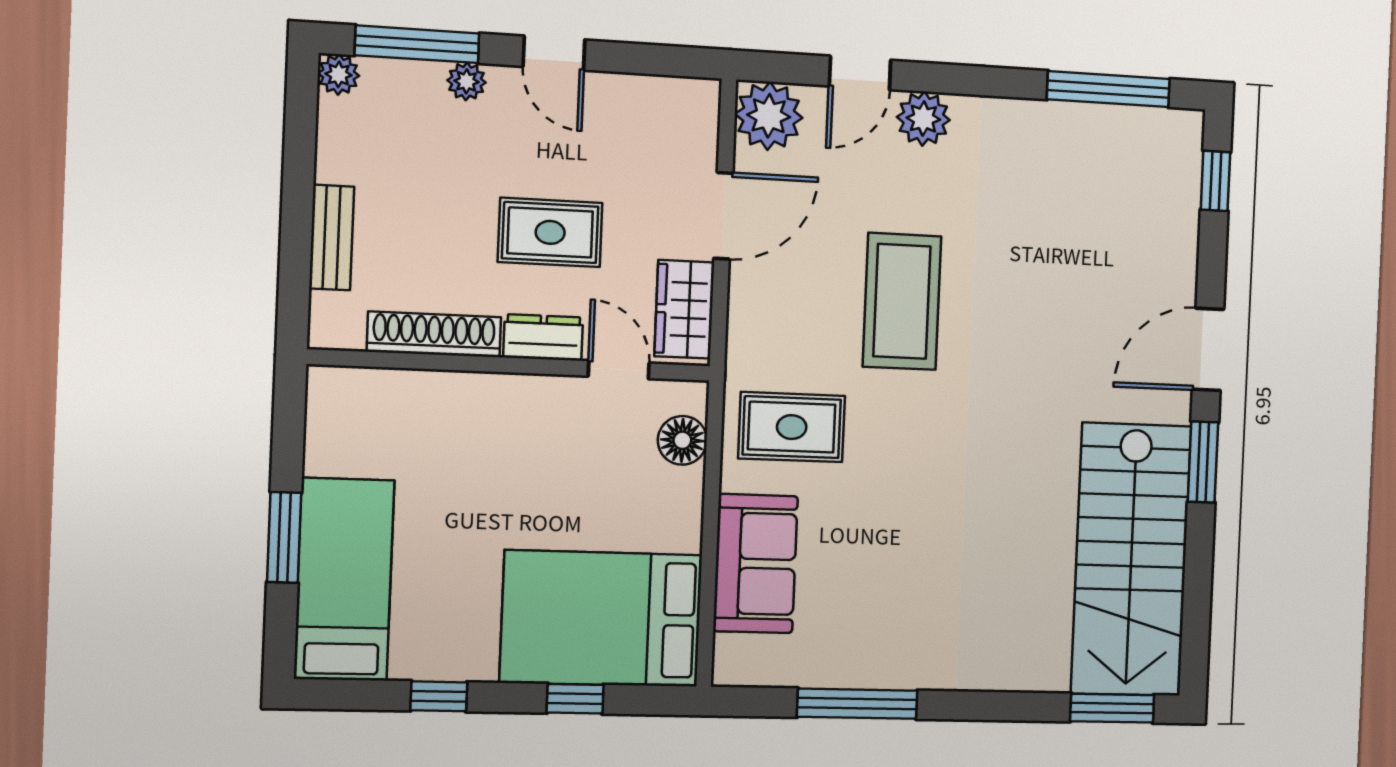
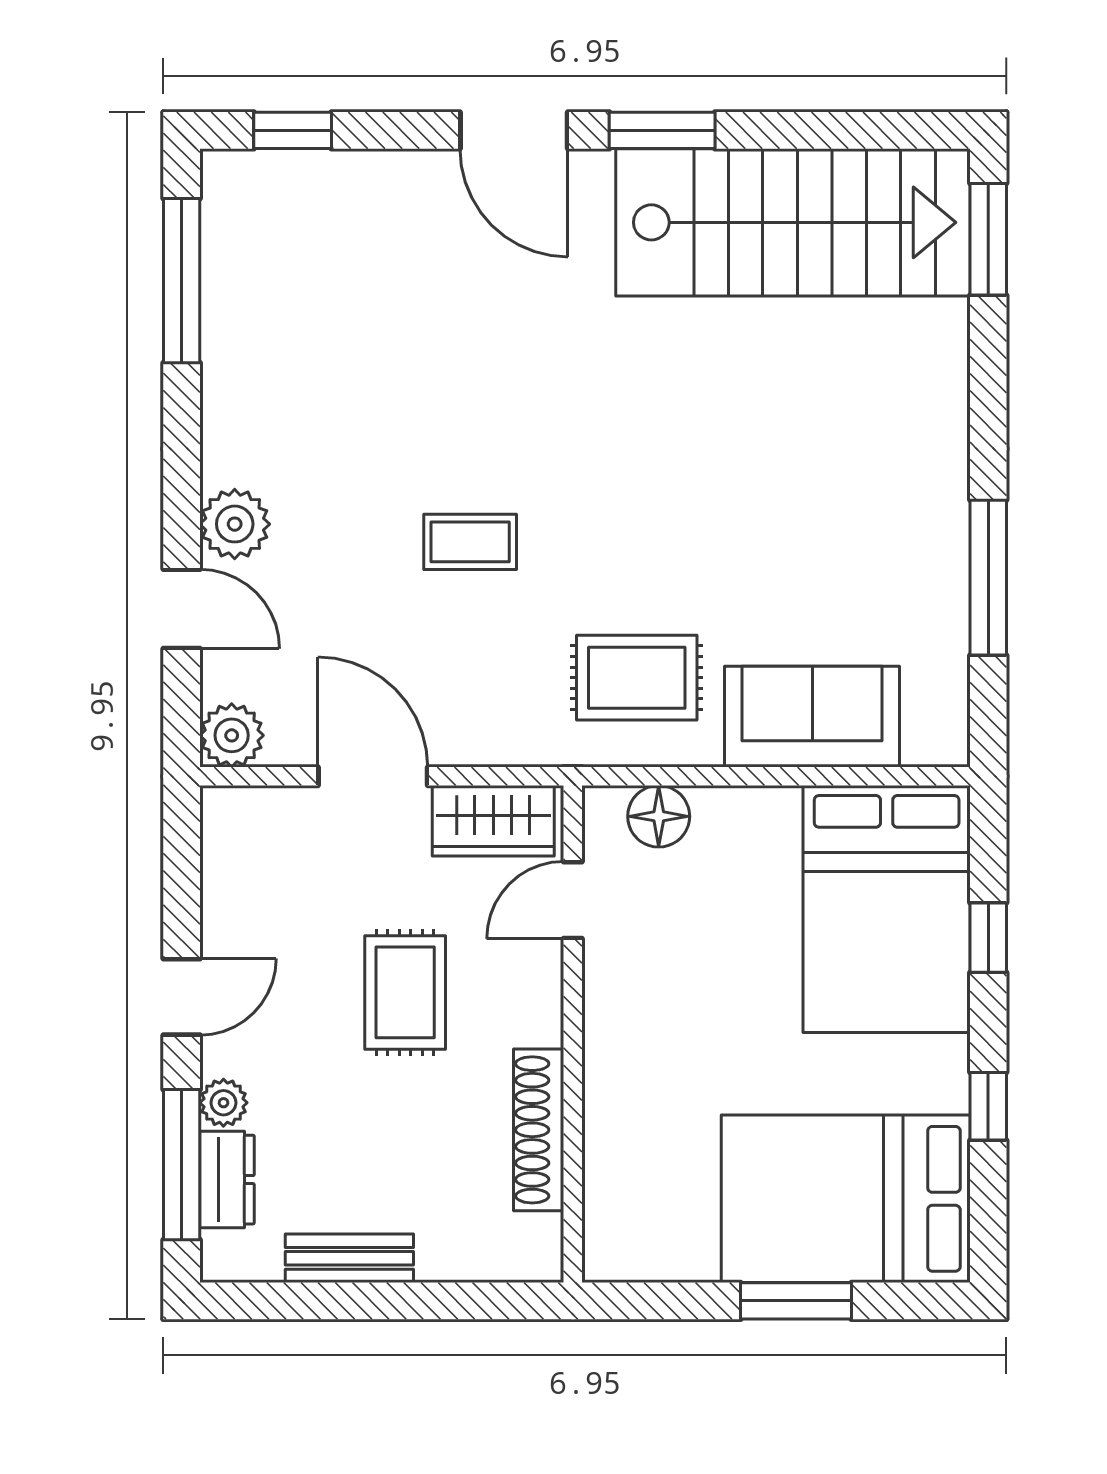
plant: (339, 74) -> (225, 1258), removed
plant: (769, 116) -> (232, 735), width x0.73, depth x0.73
bench: (332, 238) -> (349, 1258), moved
coffee table: (902, 301) -> (470, 542), width x0.54, depth x0.58
dresser: (543, 337) -> (227, 1180), moved, turned 180
rug: (792, 427) -> (637, 678), turned 90
bed: (344, 579) -> (846, 1199), width x1.50

